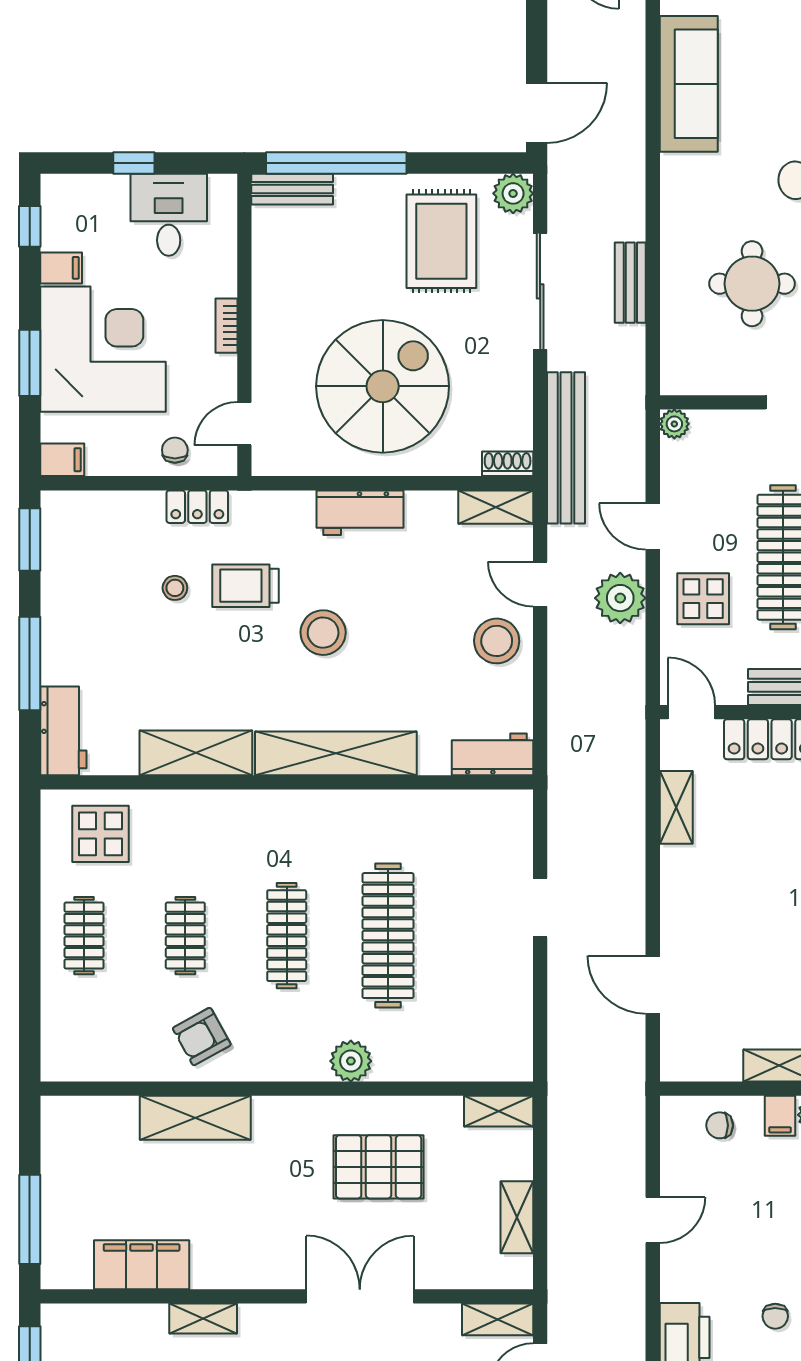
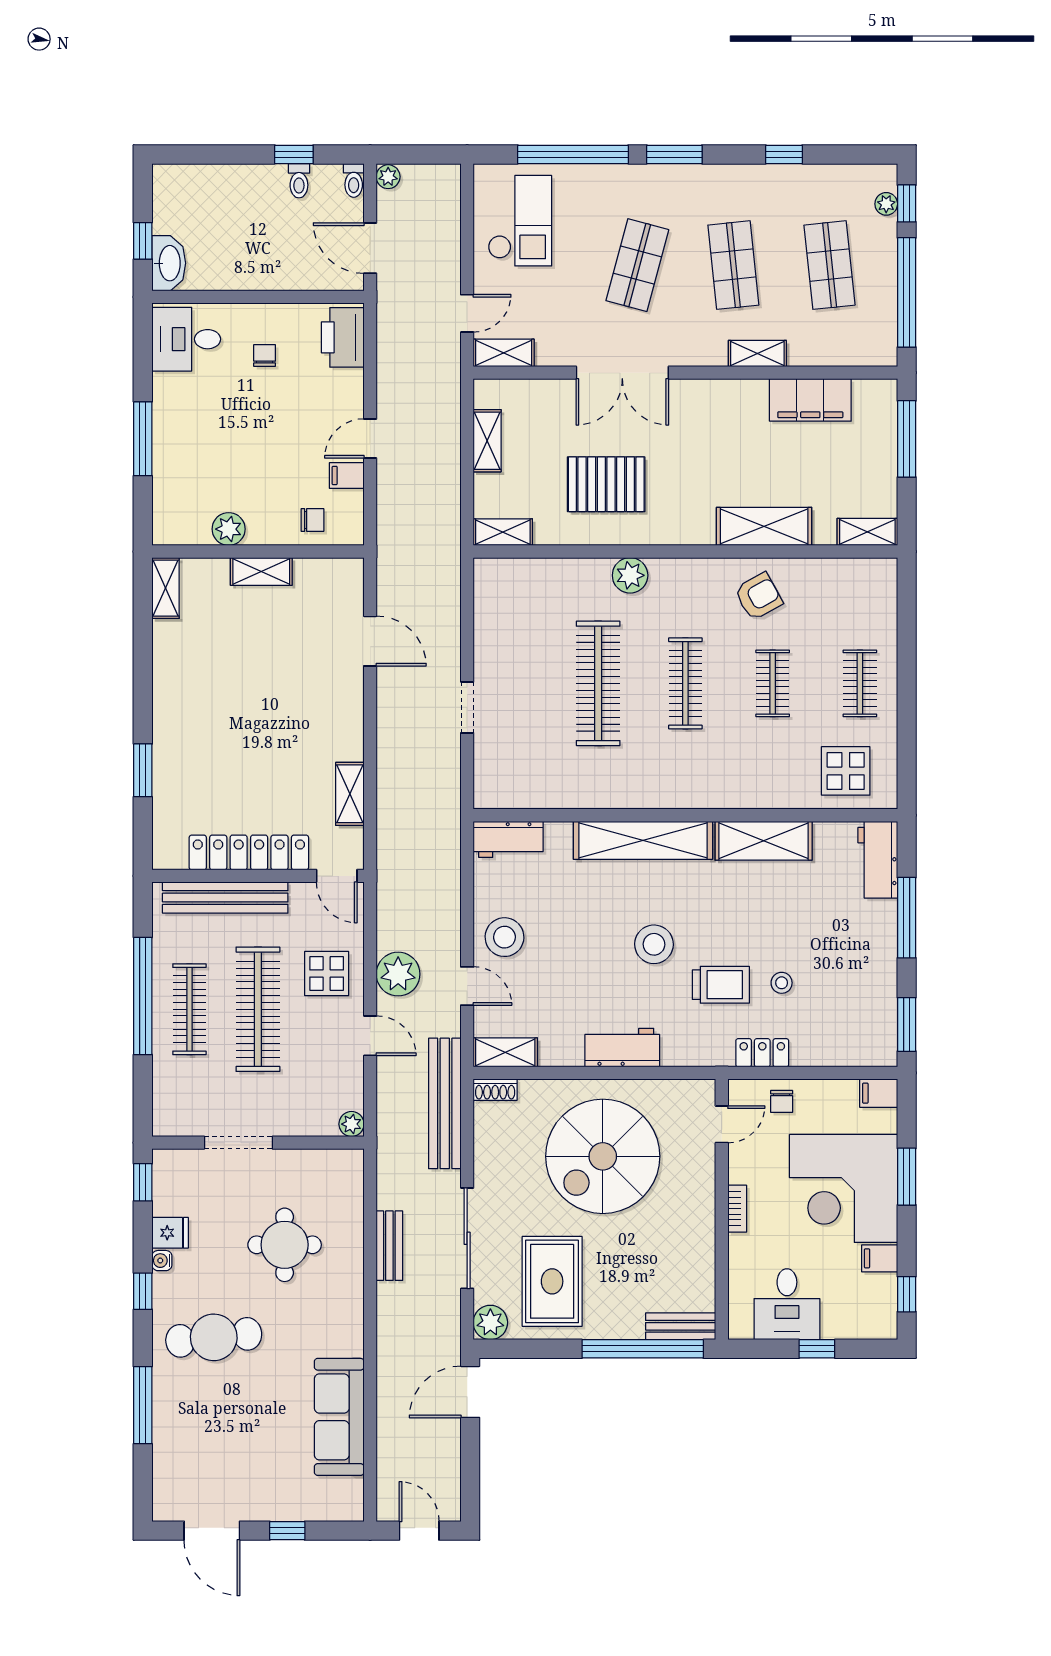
shelving: (75, 1111) -> (867, 532), added
filing cabinet: (780, 1116) -> (347, 475), moved, turned -90

